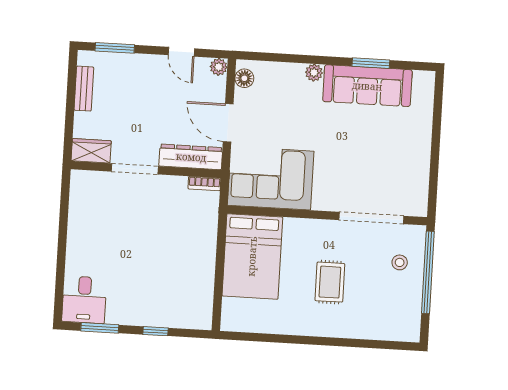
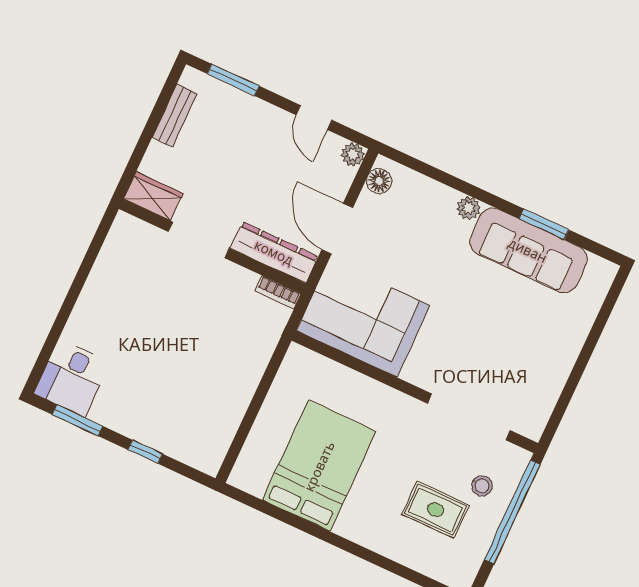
bed: (252, 256) -> (319, 466), moved, turned 180
rug: (330, 282) -> (435, 510), moved, turned 90

